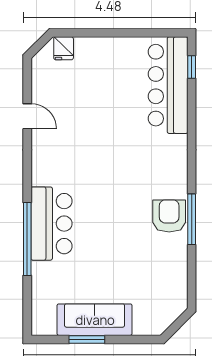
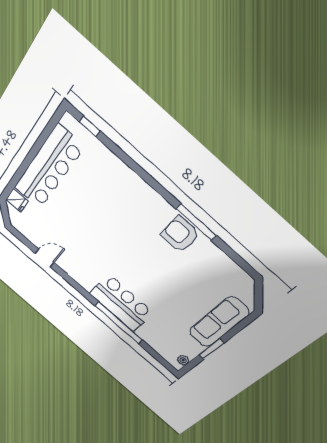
bar counter: (168, 85) -> (48, 168), moved, turned -90
sofa: (95, 320) -> (219, 322), moved
plant: (48, 328) -> (183, 360), added

